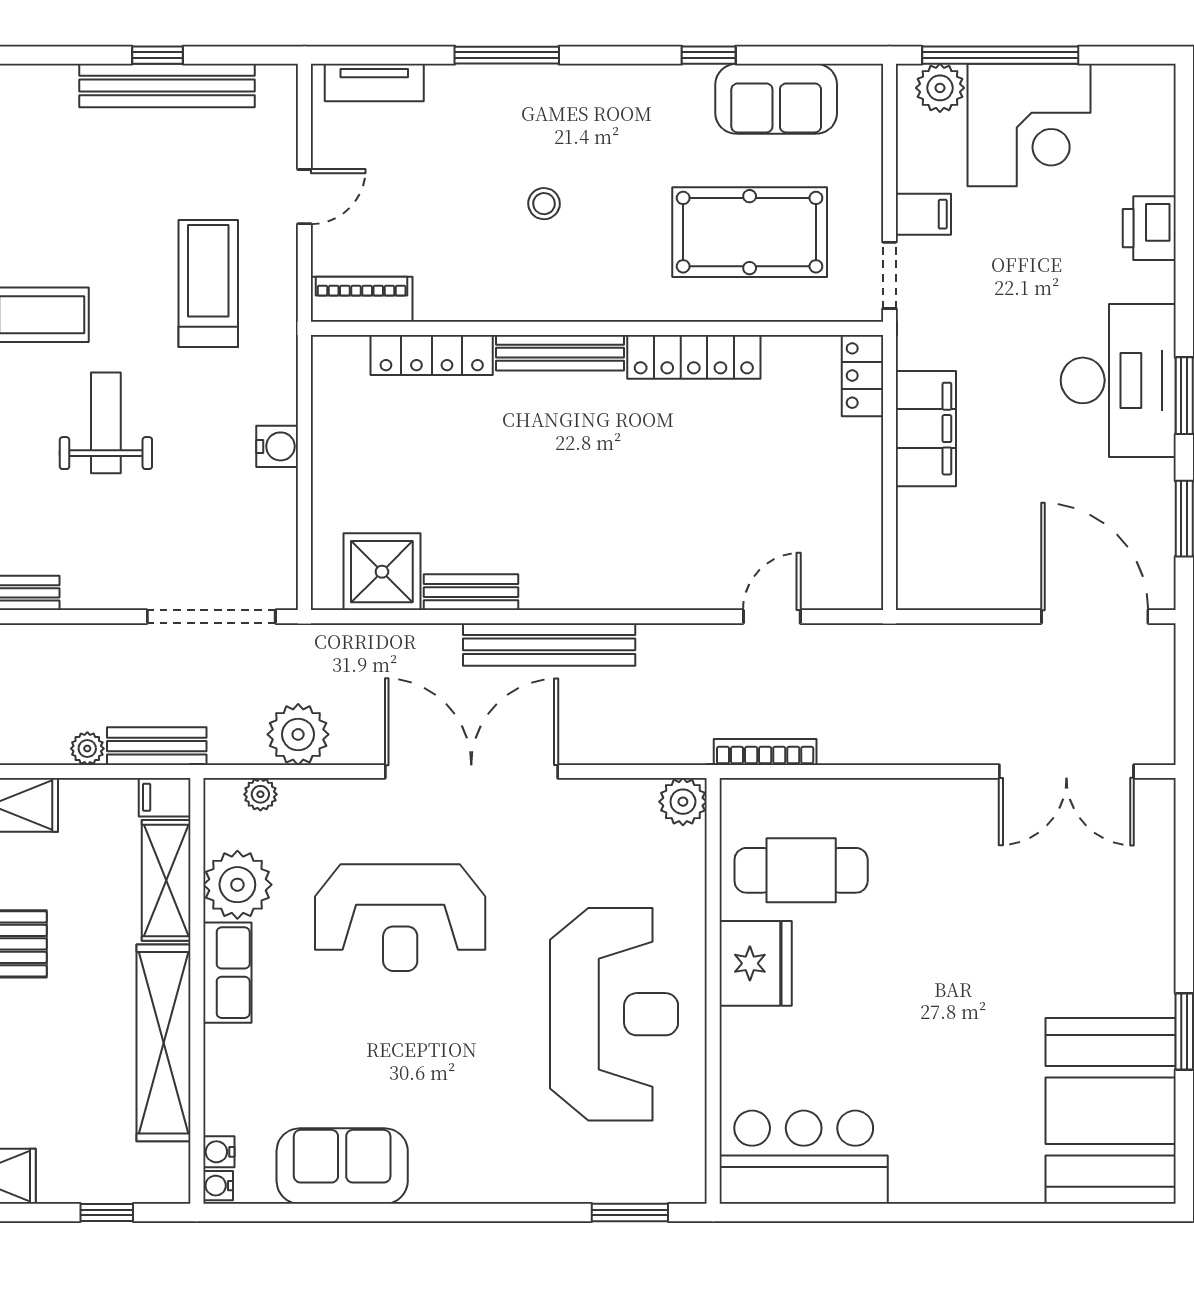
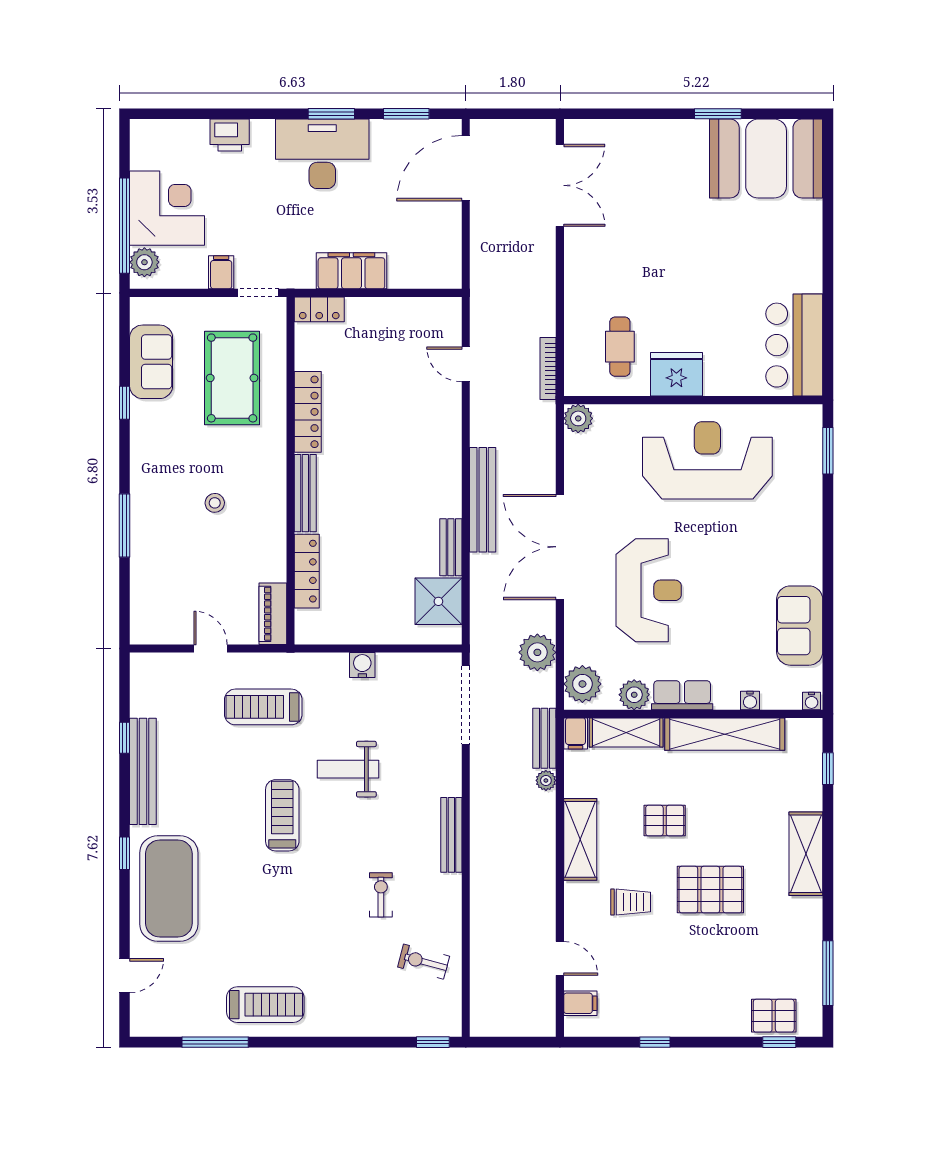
tv unit: (374, 83) -> (141, 606), removed
bench: (167, 85) -> (143, 771), moved
plant: (260, 794) -> (582, 684), width x1.88, depth x1.88
cafe table: (801, 870) -> (620, 347), width x0.73, depth x0.74
plant: (237, 885) -> (634, 695), width x0.73, depth x0.73
water cooler: (219, 1152) -> (750, 701), moved

